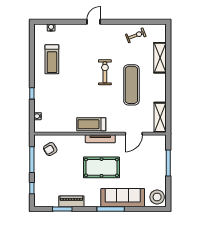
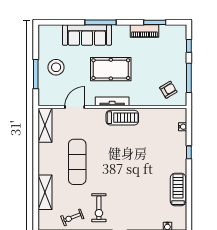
treadmill: (52, 59) -> (178, 190), moved
exercise bike: (105, 72) -> (99, 208), moved
stool: (157, 197) -> (56, 67), moved

